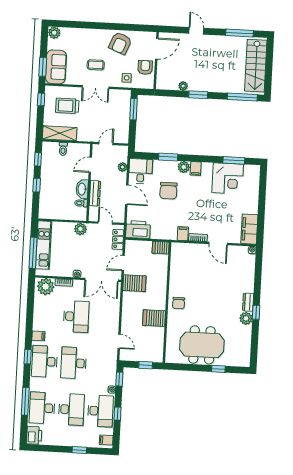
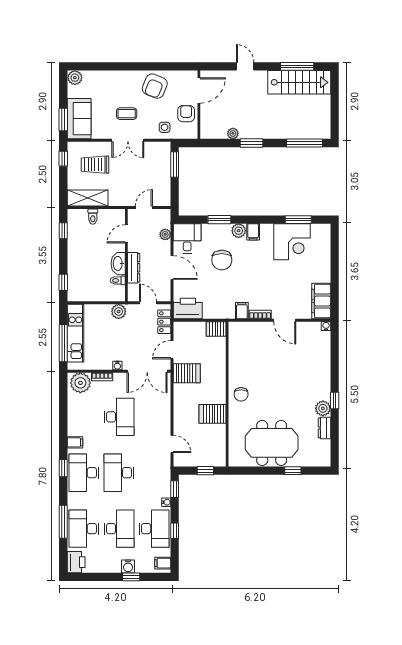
stairs: (256, 66) -> (299, 82), moved, turned -90
window: (37, 185) -> (63, 282), moved
dresser: (248, 302) -> (324, 428), moved
water cooler: (77, 441) -> (128, 566), added

